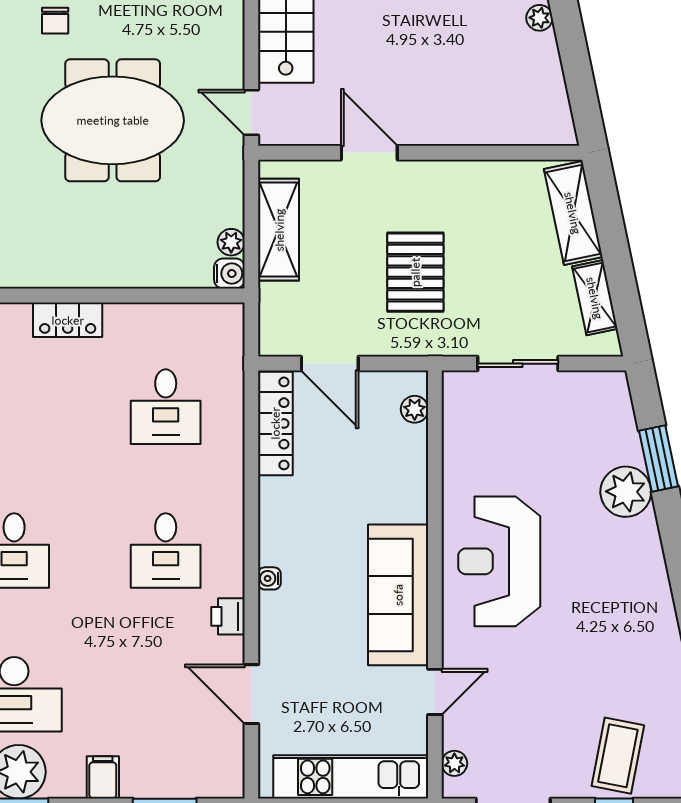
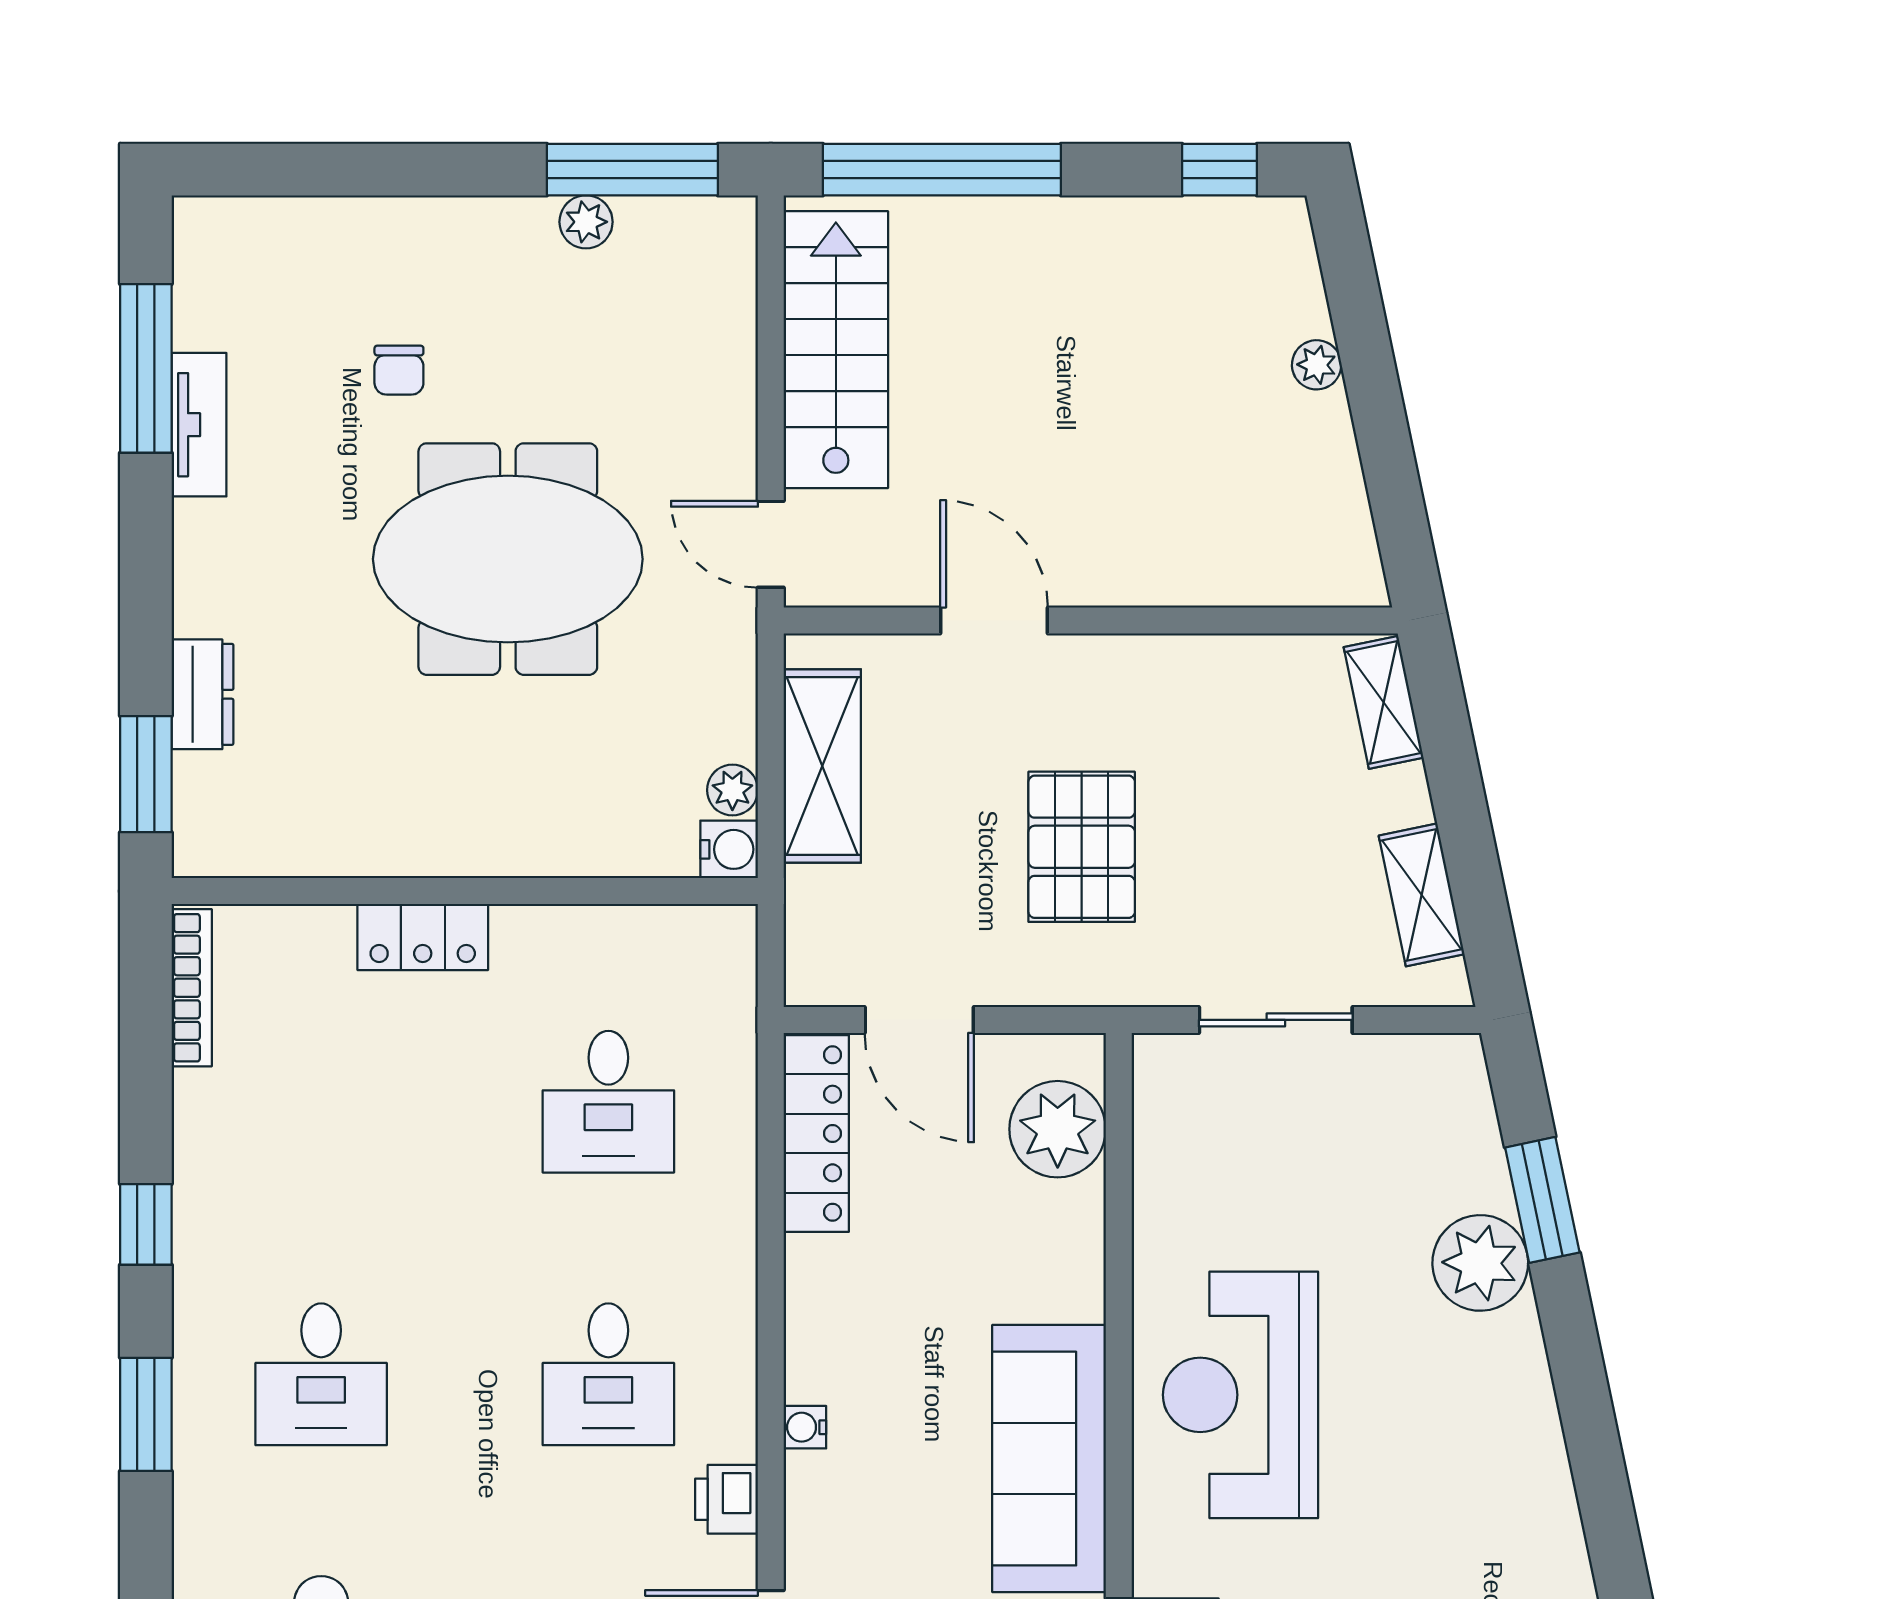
shelving: (573, 213) -> (1384, 702), width x0.67, depth x0.75
plant: (415, 409) -> (1058, 1129), width x1.88, depth x1.88

